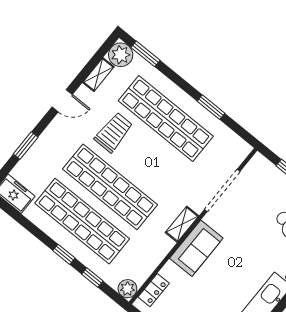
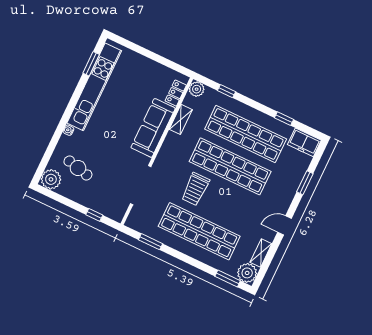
window: (211, 107) -> (150, 242), moved
trolley: (114, 132) -> (195, 189), moved
shelving: (182, 224) -> (181, 119), moved
sofa: (196, 248) -> (153, 128), width x1.36
window: (64, 254) -> (284, 119), moved

